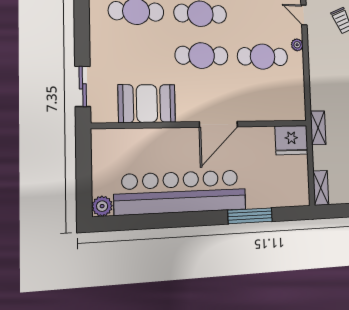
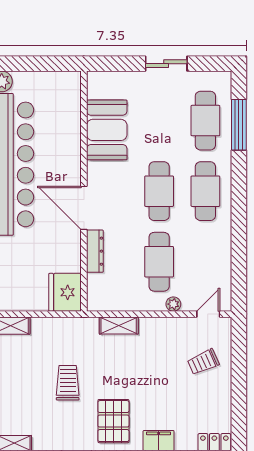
sliding door: (83, 86) -> (166, 64), moved
dresser: (256, 114) -> (95, 251), added
shelving: (318, 128) -> (119, 326), moved

